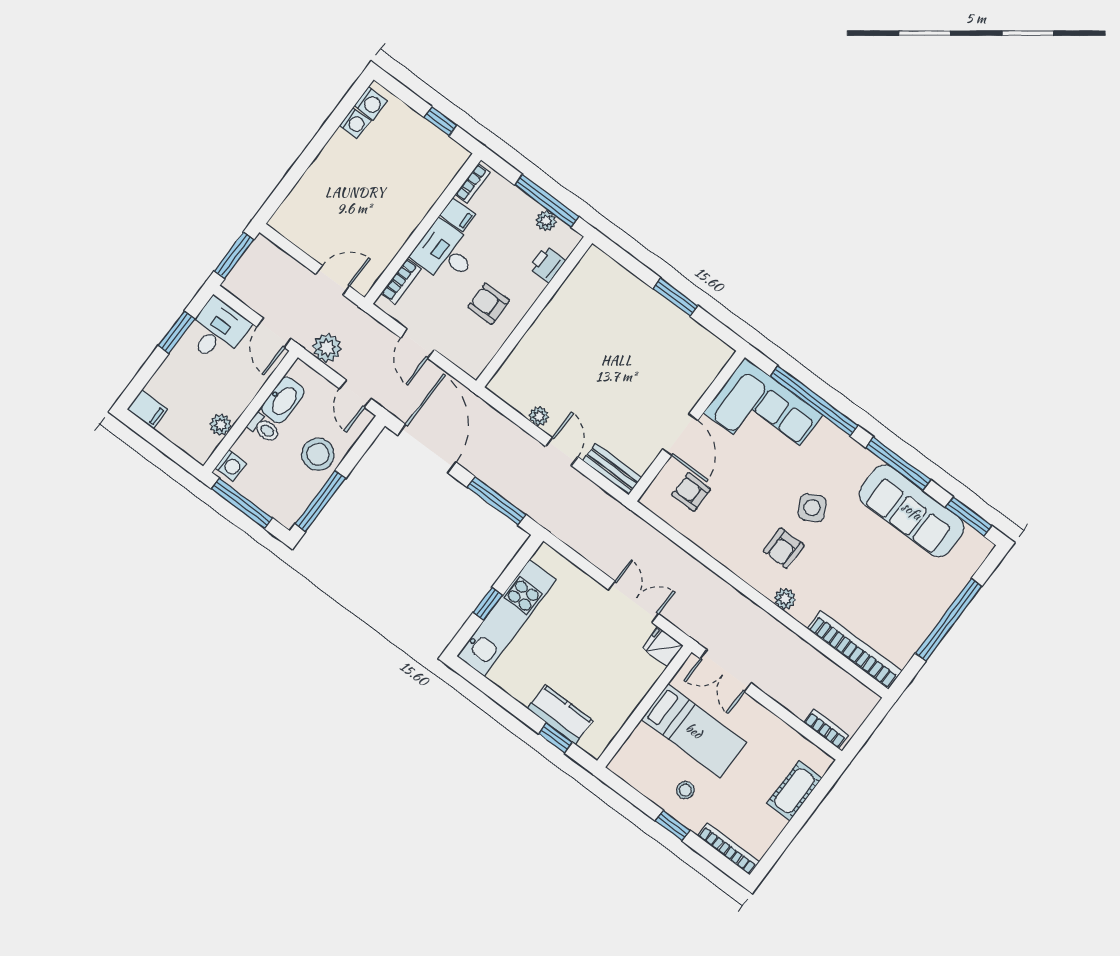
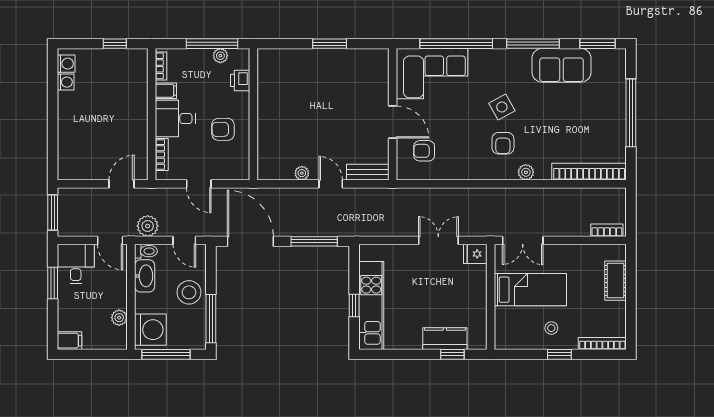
toilet: (264, 428) -> (146, 251), moved
washing machine: (231, 466) -> (150, 330), width x1.89, depth x1.89
sofa: (912, 511) -> (561, 65), width x0.73

